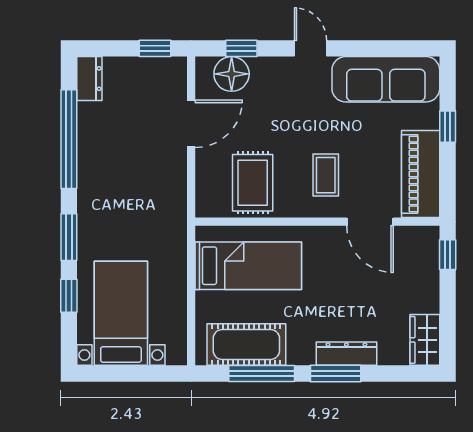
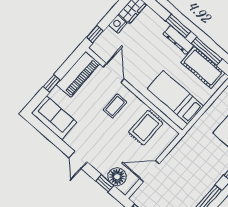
sofa: (386, 79) -> (54, 118), width x0.73
nightstand: (427, 299) -> (118, 24), added
dresser: (346, 354) -> (178, 40), moved

